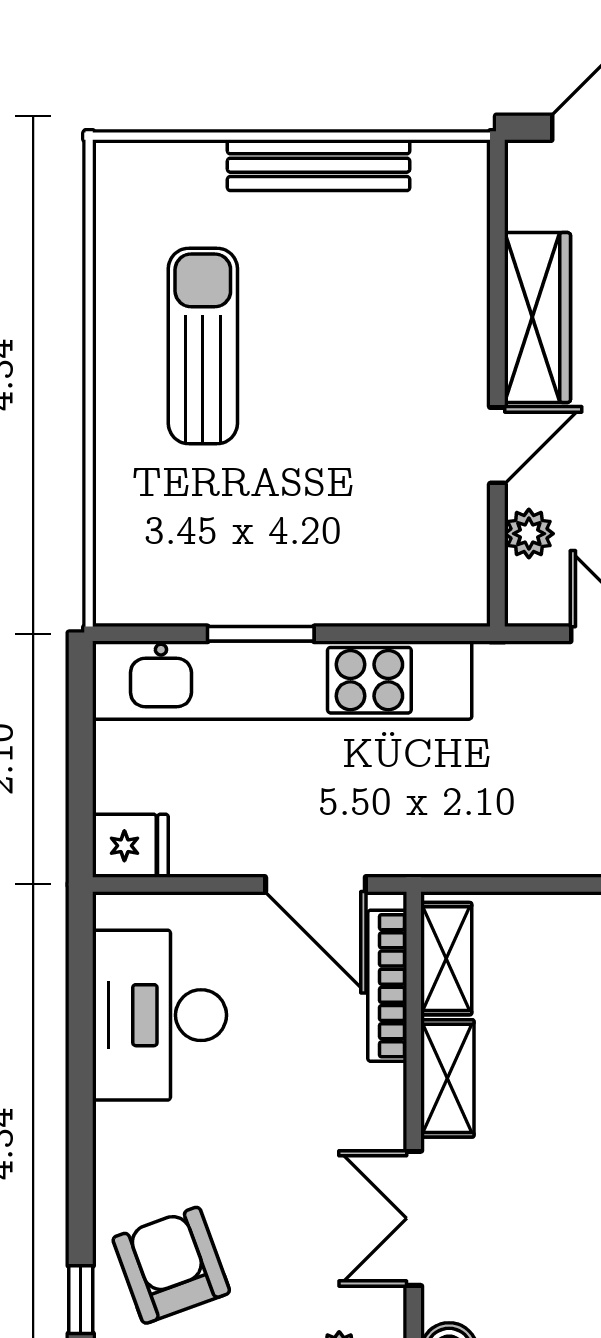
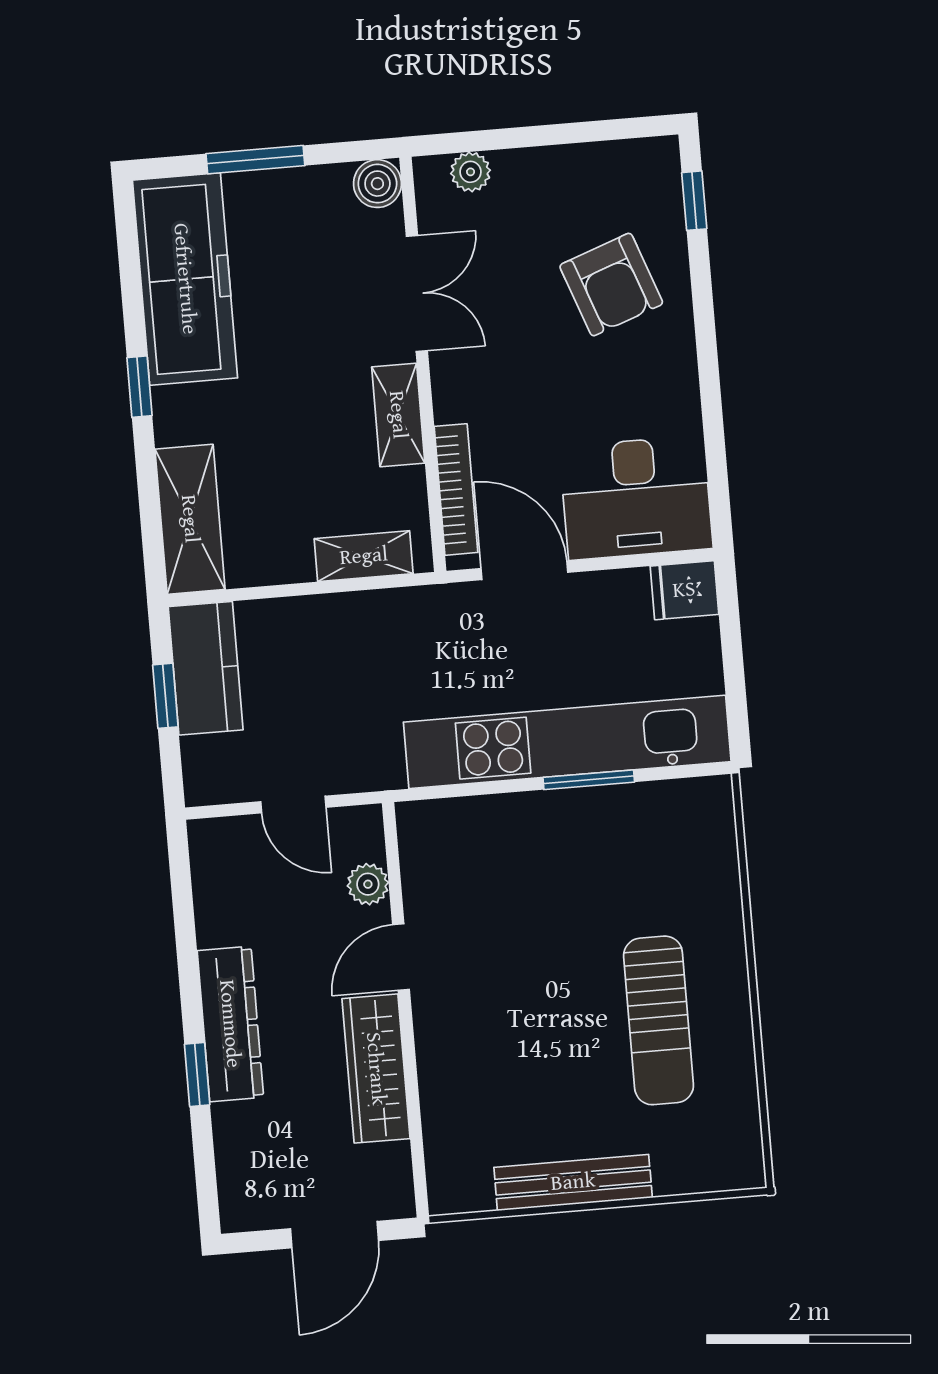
shelving: (446, 959) -> (364, 556), moved, turned 90
desk: (160, 1015) -> (636, 498), moved, turned 90
armchair: (171, 1265) -> (611, 285), moved

